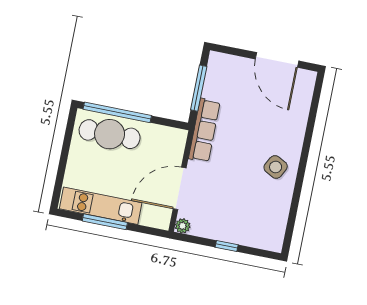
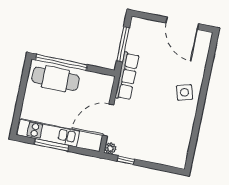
side table: (276, 167) -> (185, 92), moved, turned 45
window: (227, 246) -> (126, 160), moved

